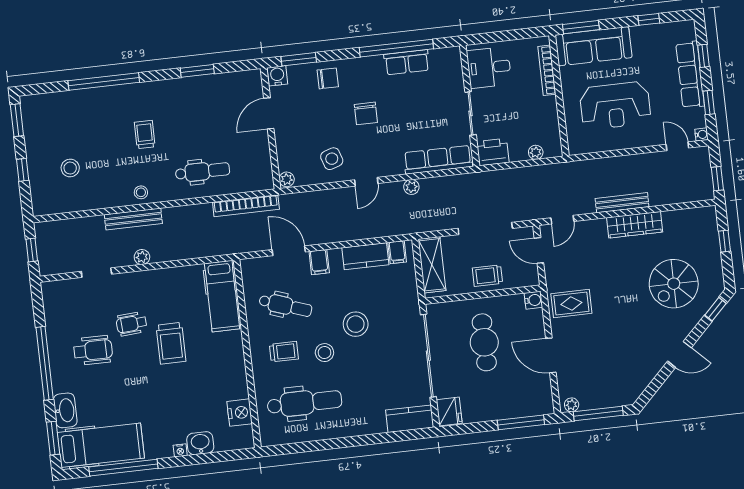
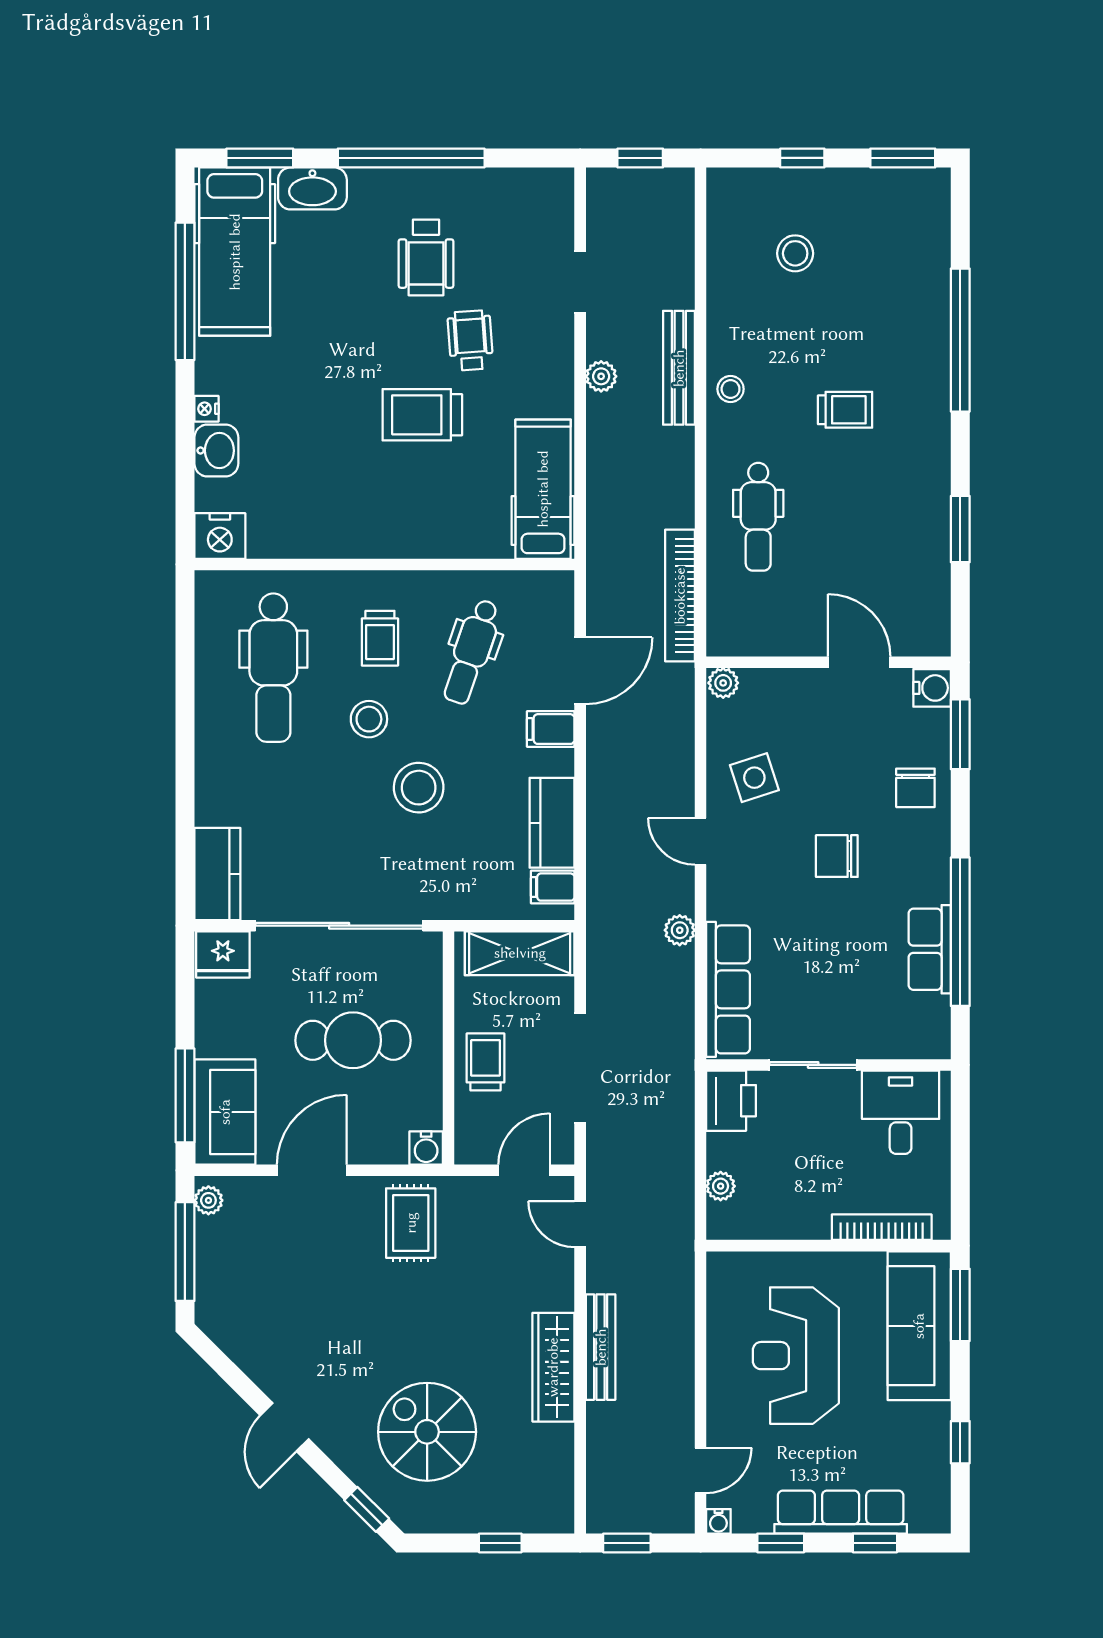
hospital bed: (222, 296) -> (543, 489), moved, turned 90
sofa: (527, 402) -> (225, 1112), added
nightstand: (240, 413) -> (220, 536), moved

